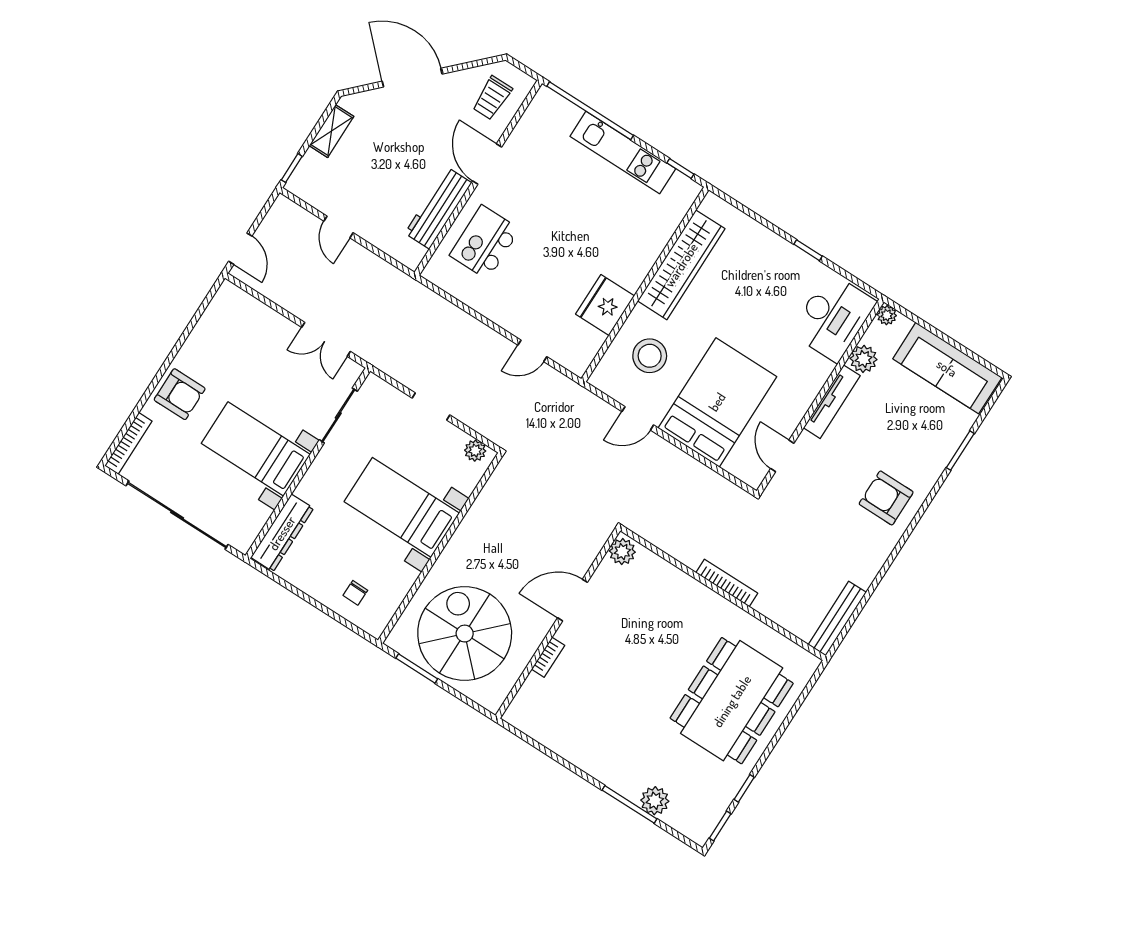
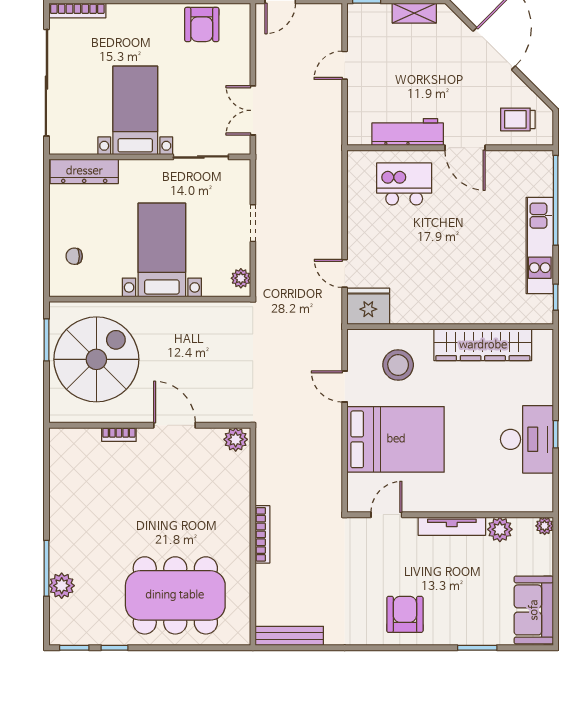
door: (487, 164) -> (465, 148), swing flipped
fridge: (605, 305) -> (368, 306), moved
desk: (833, 317) -> (527, 439), moved, turned -90
sofa: (947, 368) -> (534, 610), width x0.73
armchair: (180, 394) -> (202, 24), moved

